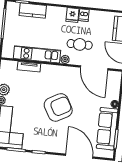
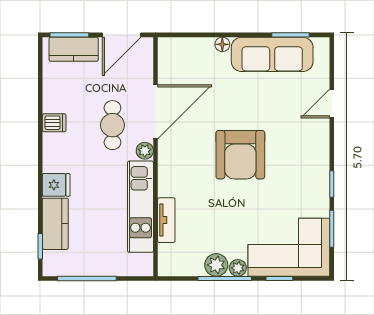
fridge: (72, 15) -> (56, 185), moved
door: (94, 68) -> (156, 112), moved
armchair: (58, 107) -> (240, 155), turned -151
door: (79, 156) -> (332, 104), width x0.53

